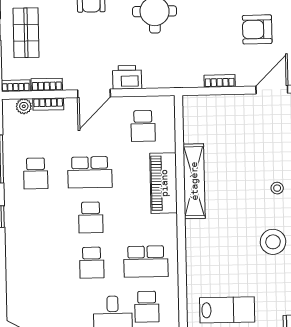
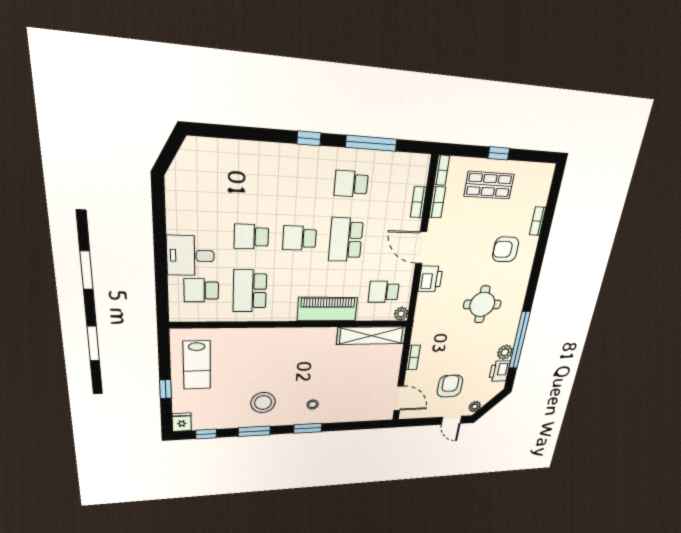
plant: (24, 106) -> (401, 314), moved
shelving: (194, 181) -> (372, 336), moved

